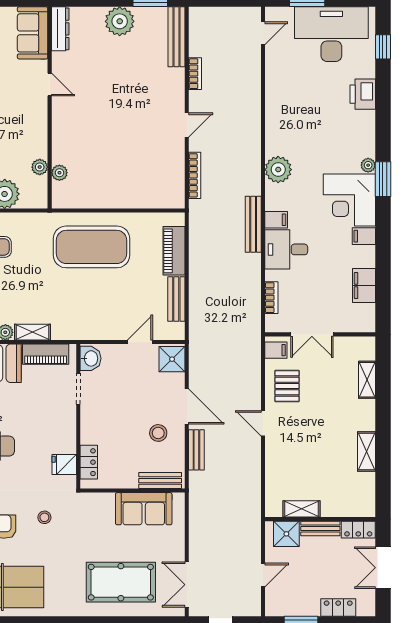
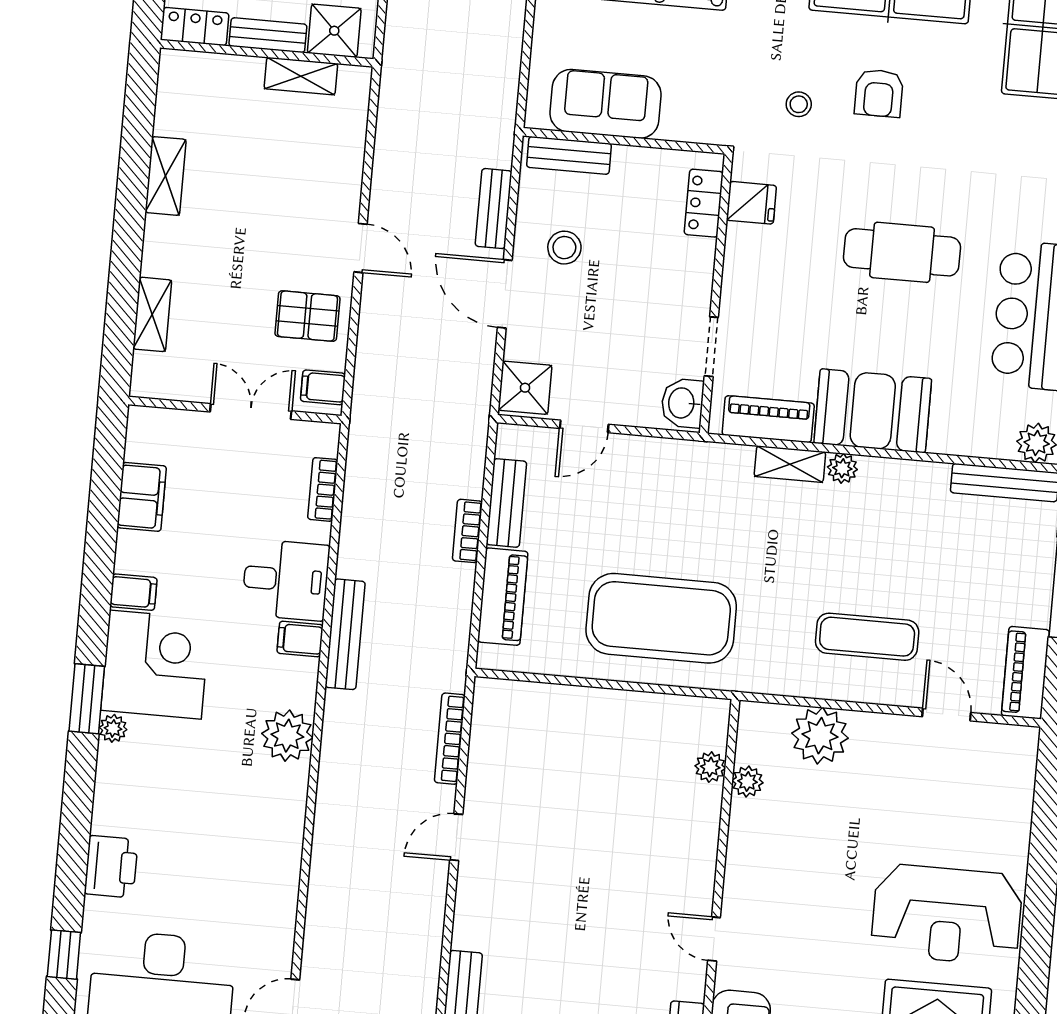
bookcase: (195, 74) -> (467, 531), moved
pallet: (287, 386) -> (307, 316), turned 90

